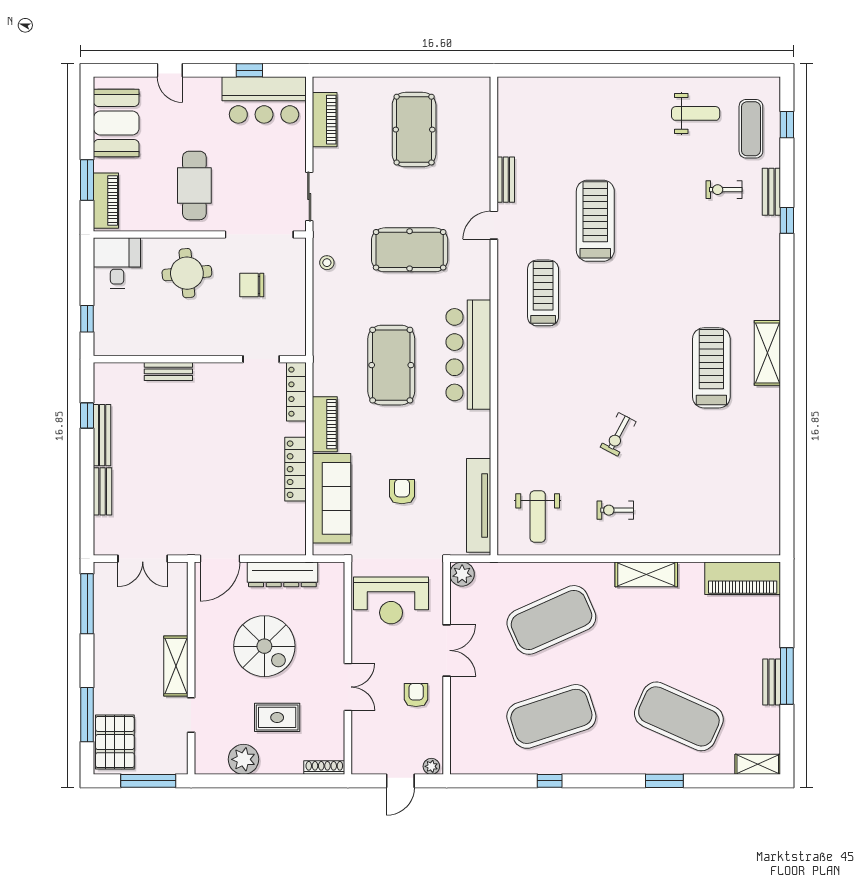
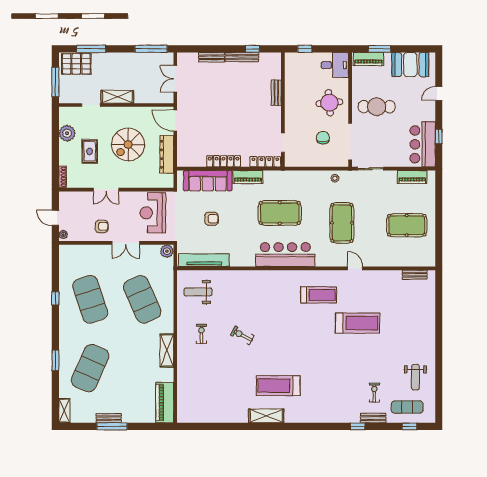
bench: (506, 180) -> (415, 275), moved
shelving: (767, 353) -> (266, 416), moved
treadmill: (711, 368) -> (278, 386), turned 180

